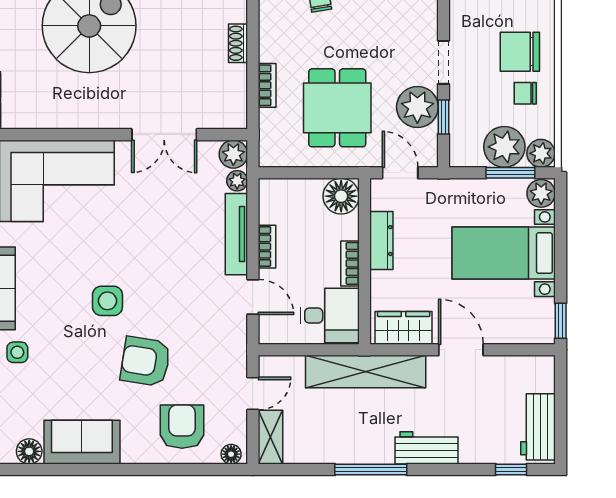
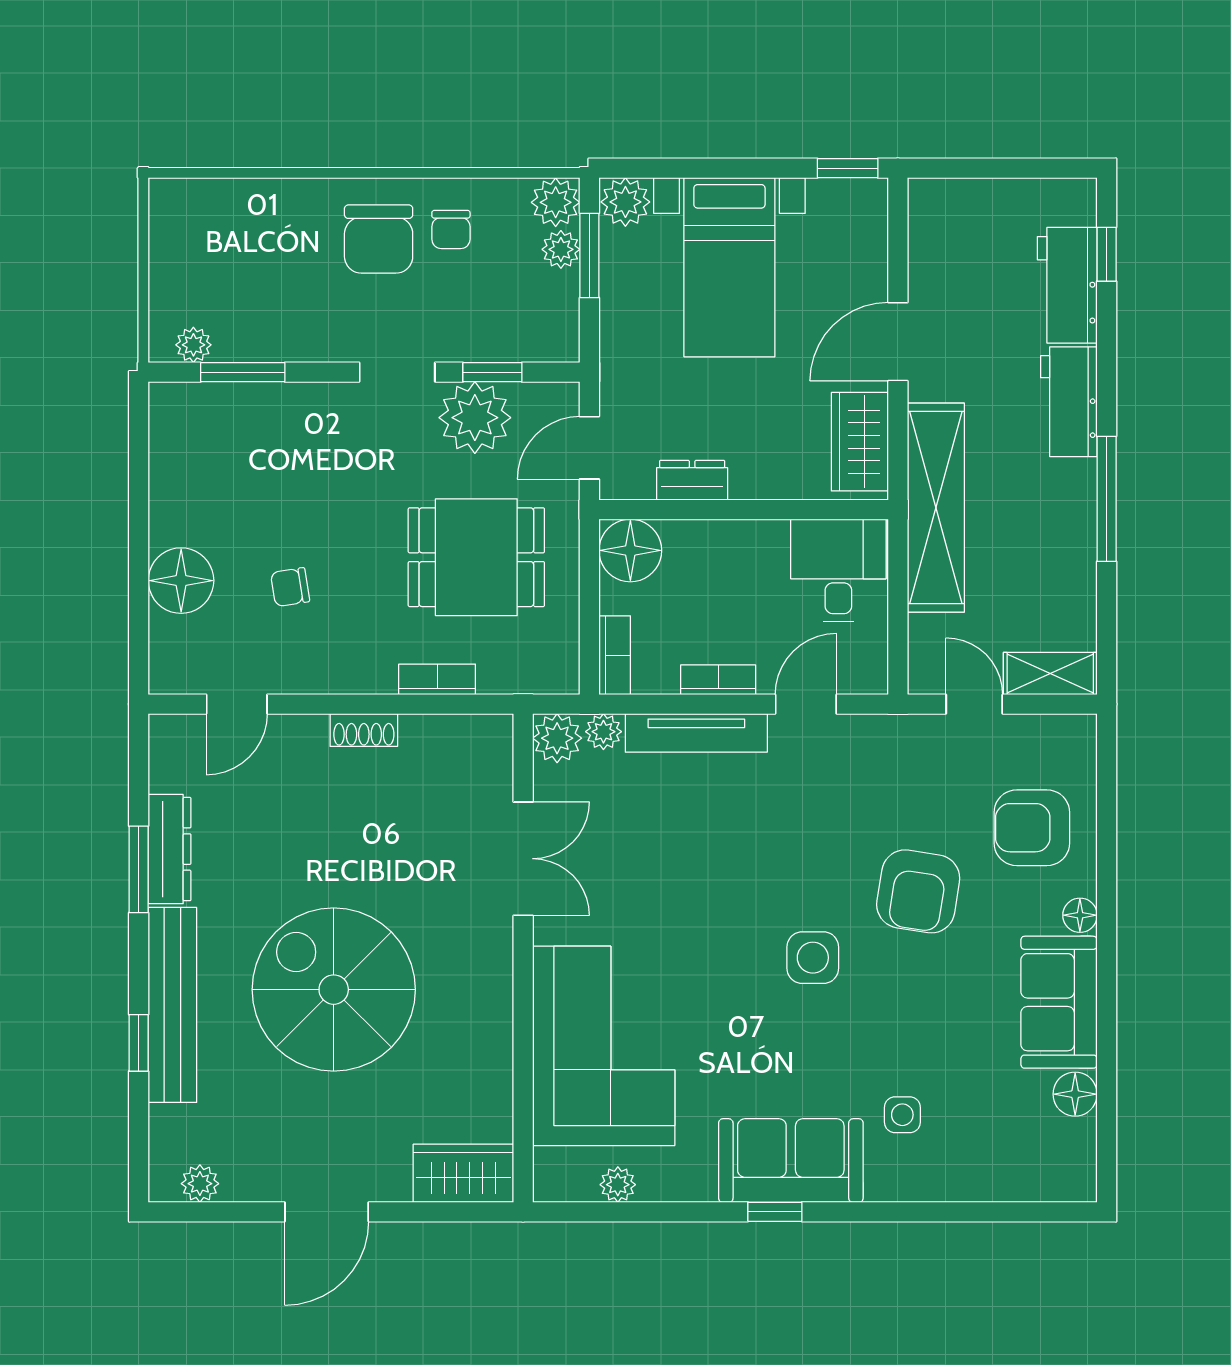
plant: (504, 147) -> (561, 249), width x0.53, depth x0.53
dresser: (381, 241) -> (692, 480), width x0.70
bookcase: (350, 263) -> (615, 655), moved, turned -90
workbench: (538, 427) -> (1067, 285), moved, turned 90
floor lamp: (231, 454) -> (1080, 915), moved

